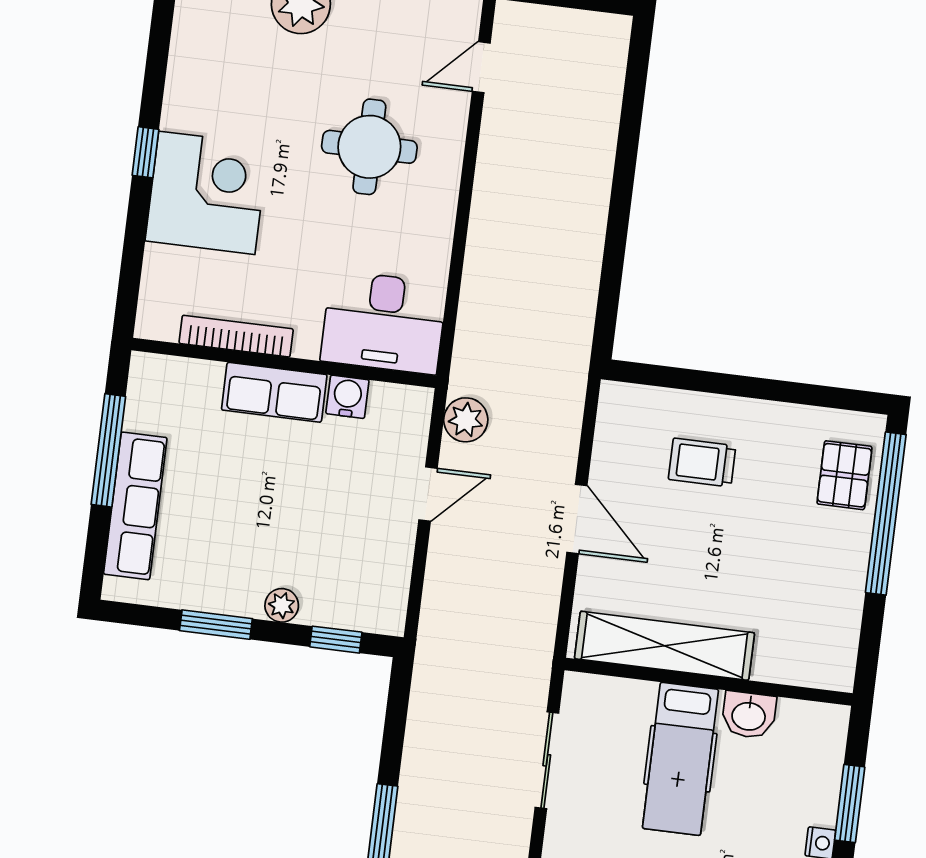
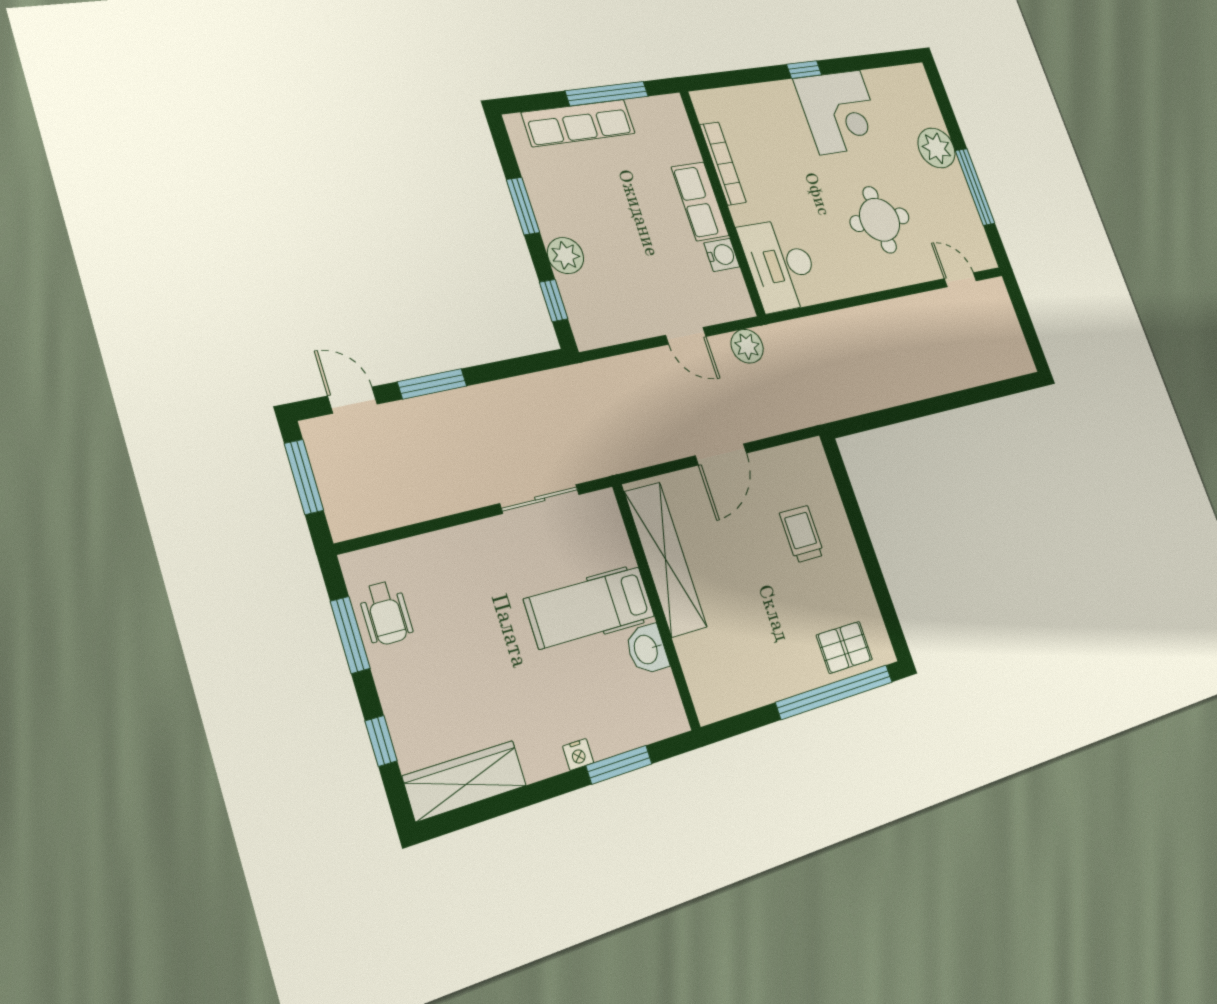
corner desk: (207, 193) -> (840, 112), moved
plant: (282, 605) -> (565, 256), width x1.38, depth x1.38

